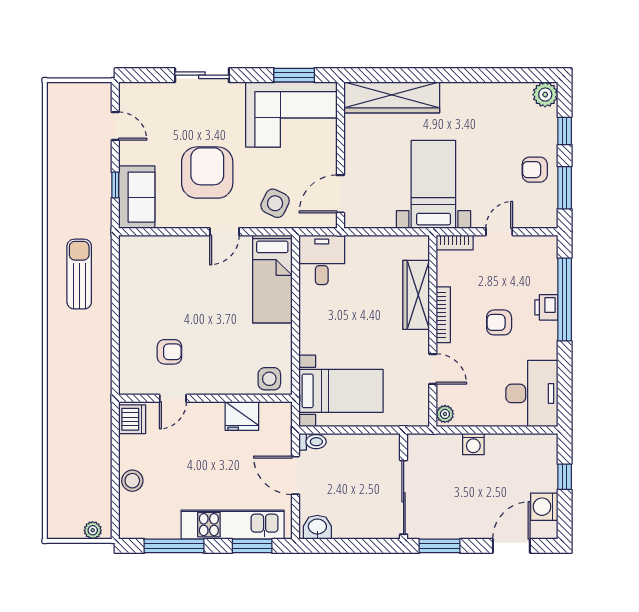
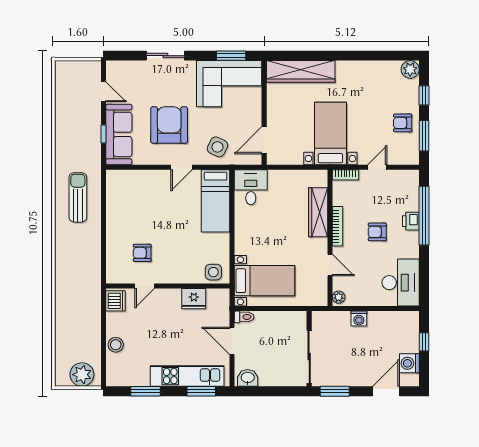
sofa: (137, 197) -> (119, 134), width x1.36
armchair: (169, 352) -> (142, 253), turned 180
plant: (93, 530) -> (82, 375), width x1.88, depth x1.88
window: (174, 546) -> (145, 391), width x0.69

